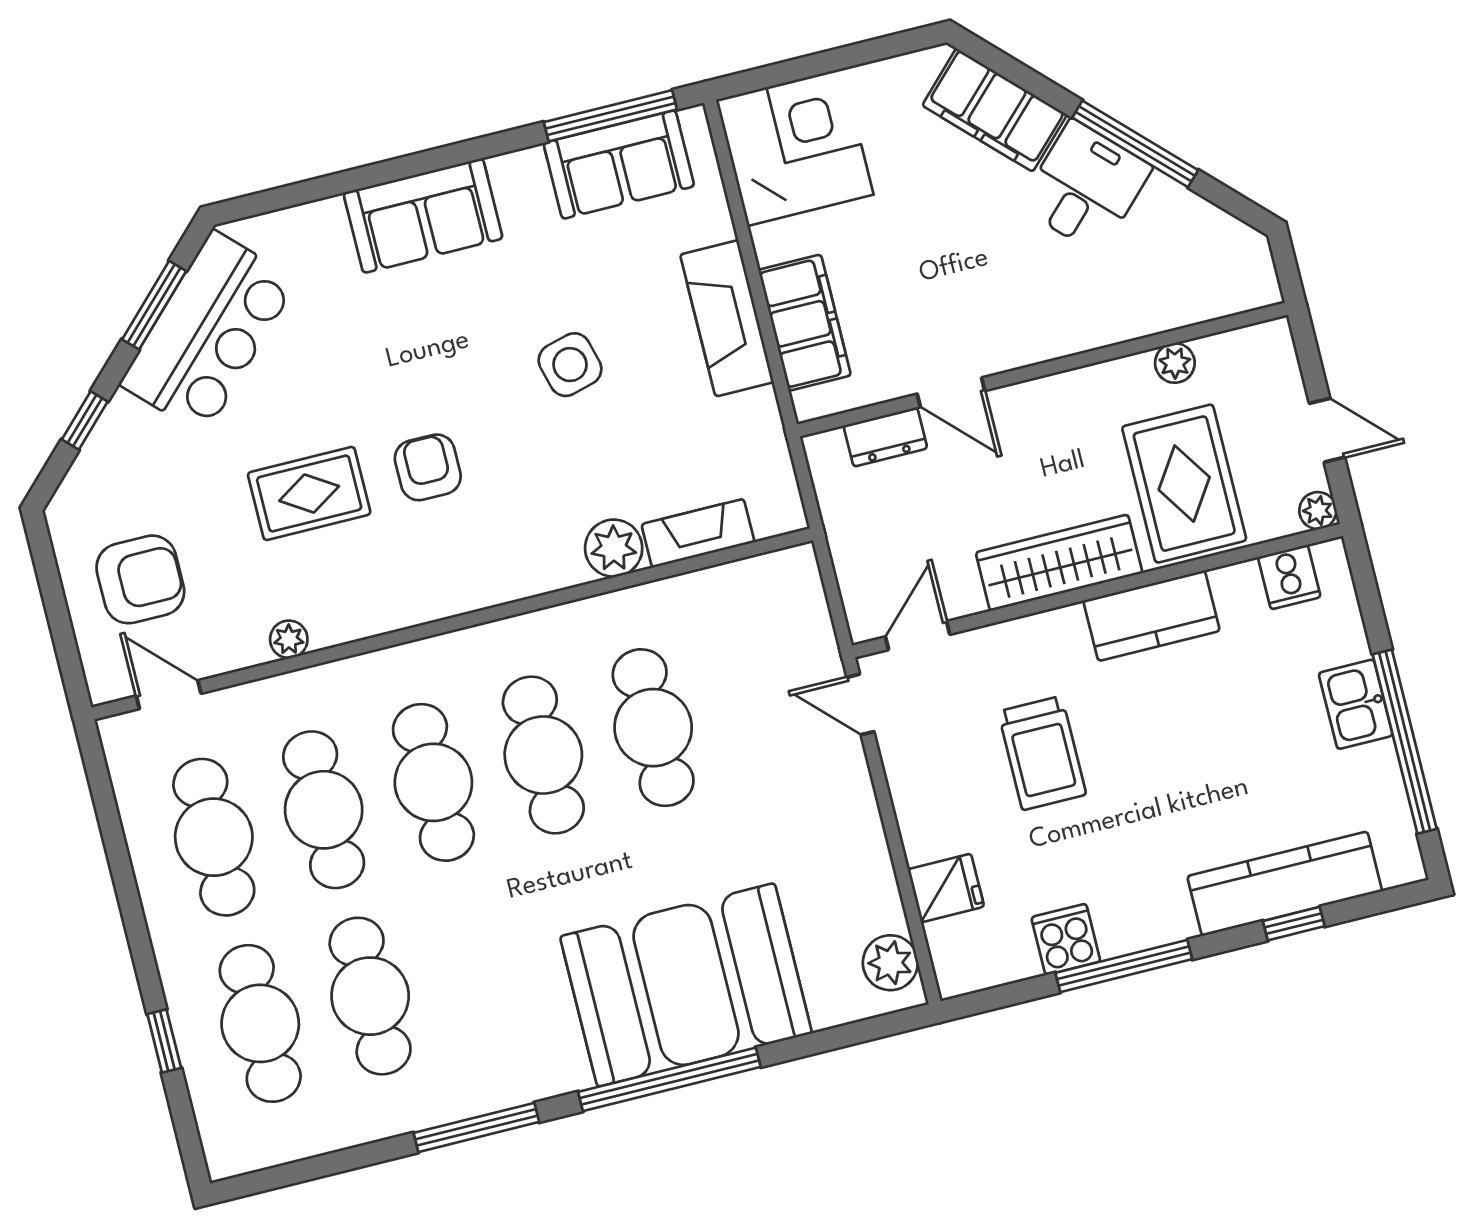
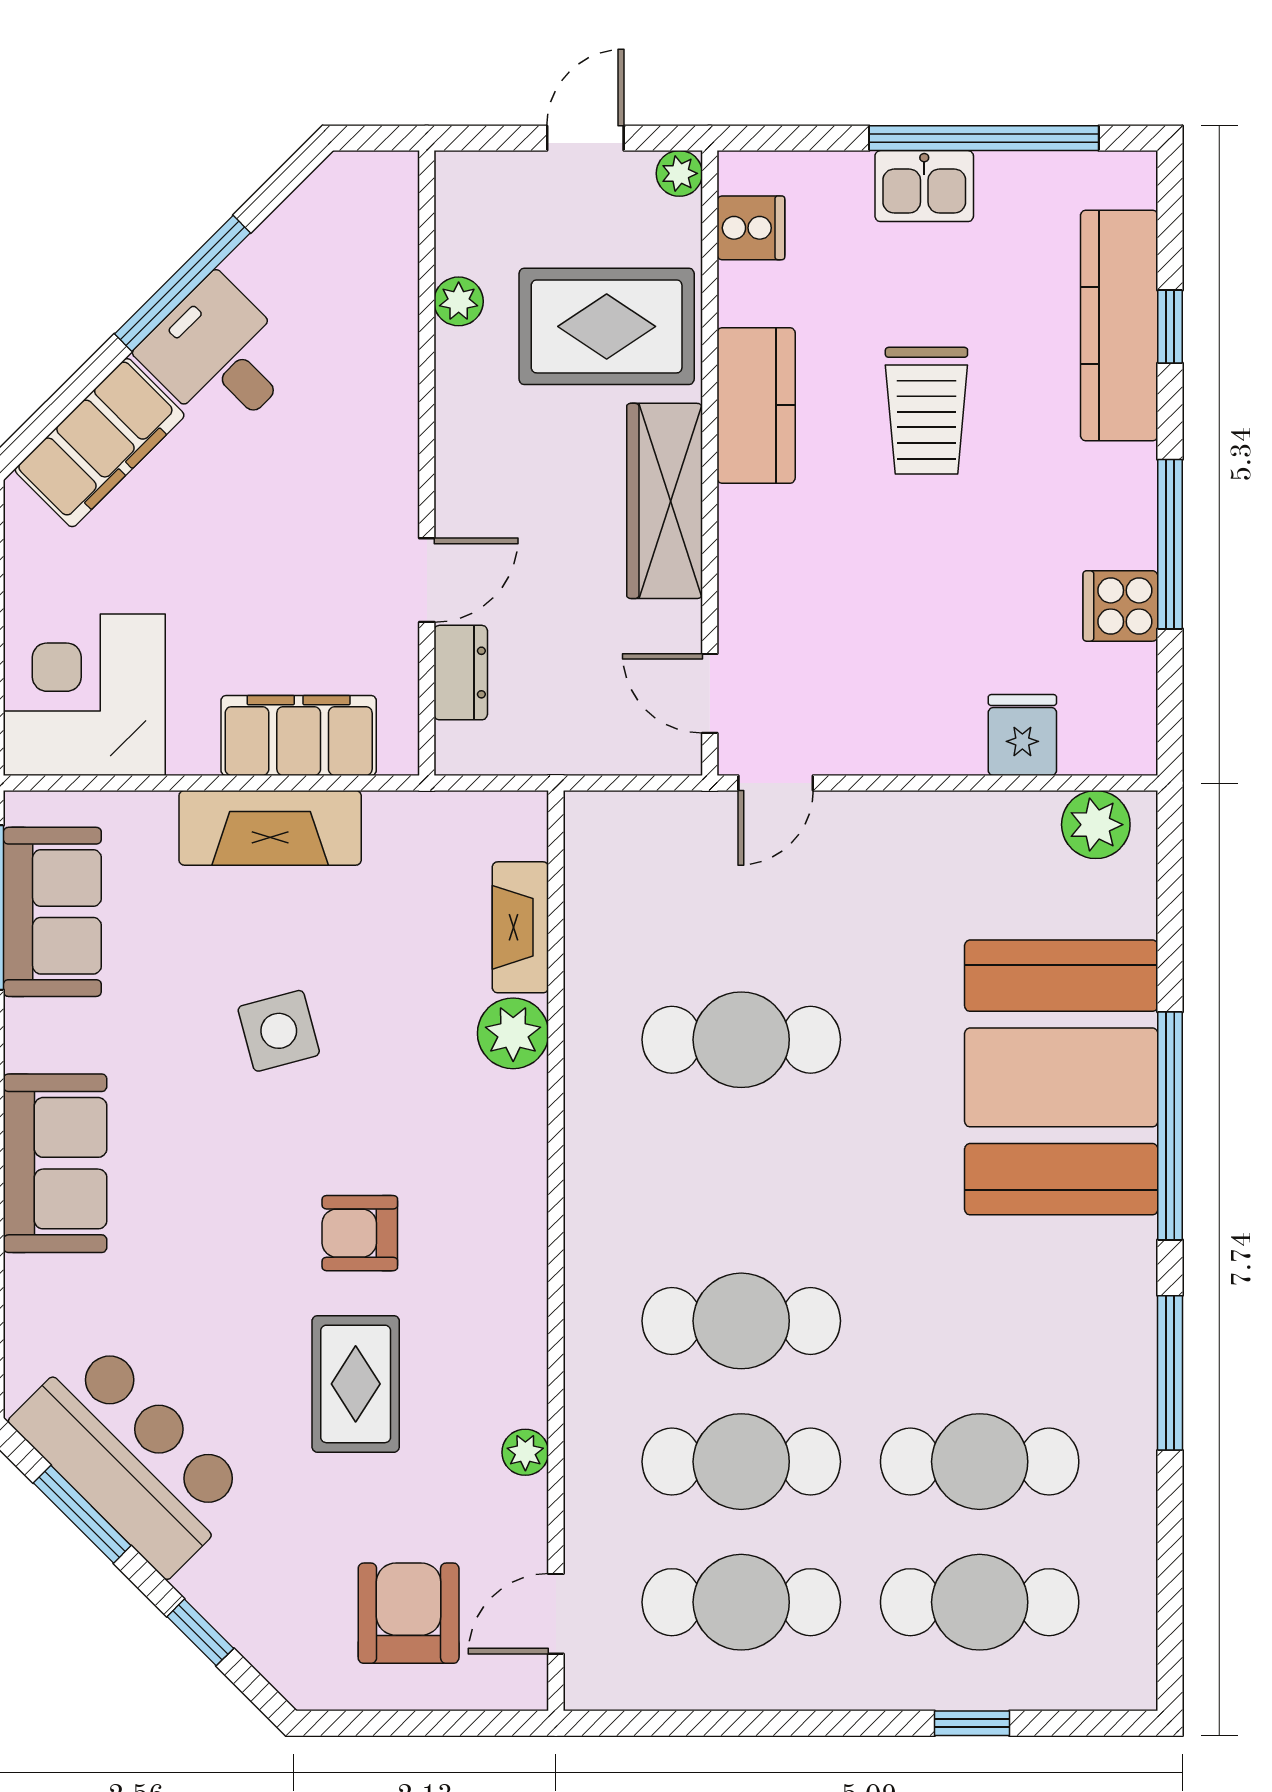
trolley: (1042, 753) -> (926, 411), moved, turned 90
cafe table: (543, 755) -> (741, 1180), removed

